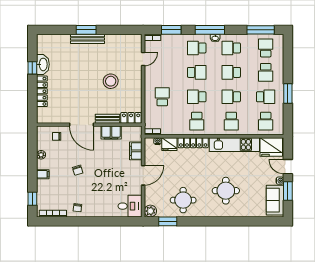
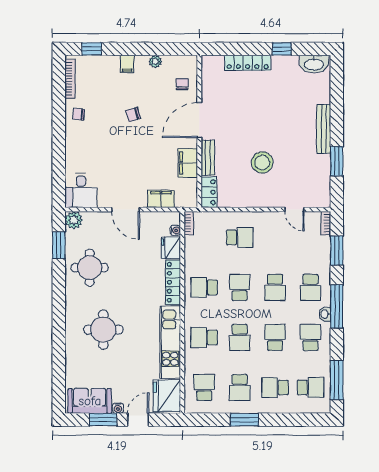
window: (86, 30) -> (337, 161), moved
school desk: (197, 48) -> (310, 287), turned 180
washbasin: (43, 64) -> (314, 64), moved
school desk: (231, 97) -> (240, 337), turned 180
school desk: (266, 121) -> (204, 387), turned 90

